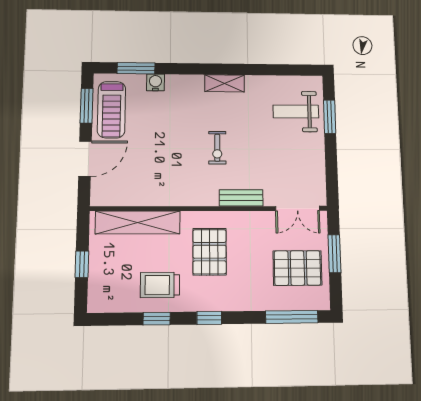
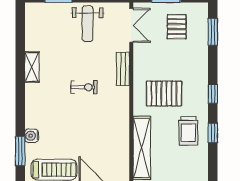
shelving: (225, 83) -> (32, 67), moved
weight bench: (296, 111) -> (88, 24), moved
pallet: (297, 268) -> (177, 27), width x0.67, depth x0.71
window: (292, 317) -> (213, 32), width x0.69

